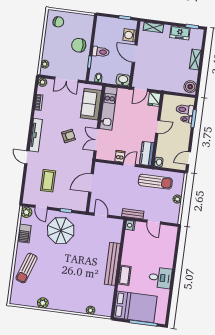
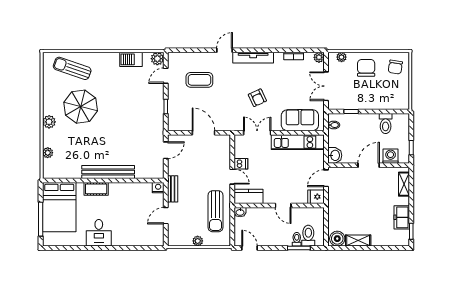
chair: (79, 45) -> (366, 68), moved
toilet: (101, 52) -> (386, 124), moved
shelving: (195, 59) -> (358, 240), moved
door: (141, 89) -> (326, 178), hinge flipped
parasol: (61, 231) -> (81, 107), moved
sun lounger: (27, 268) -> (72, 68), moved
plant: (43, 303) -> (49, 122), moved

